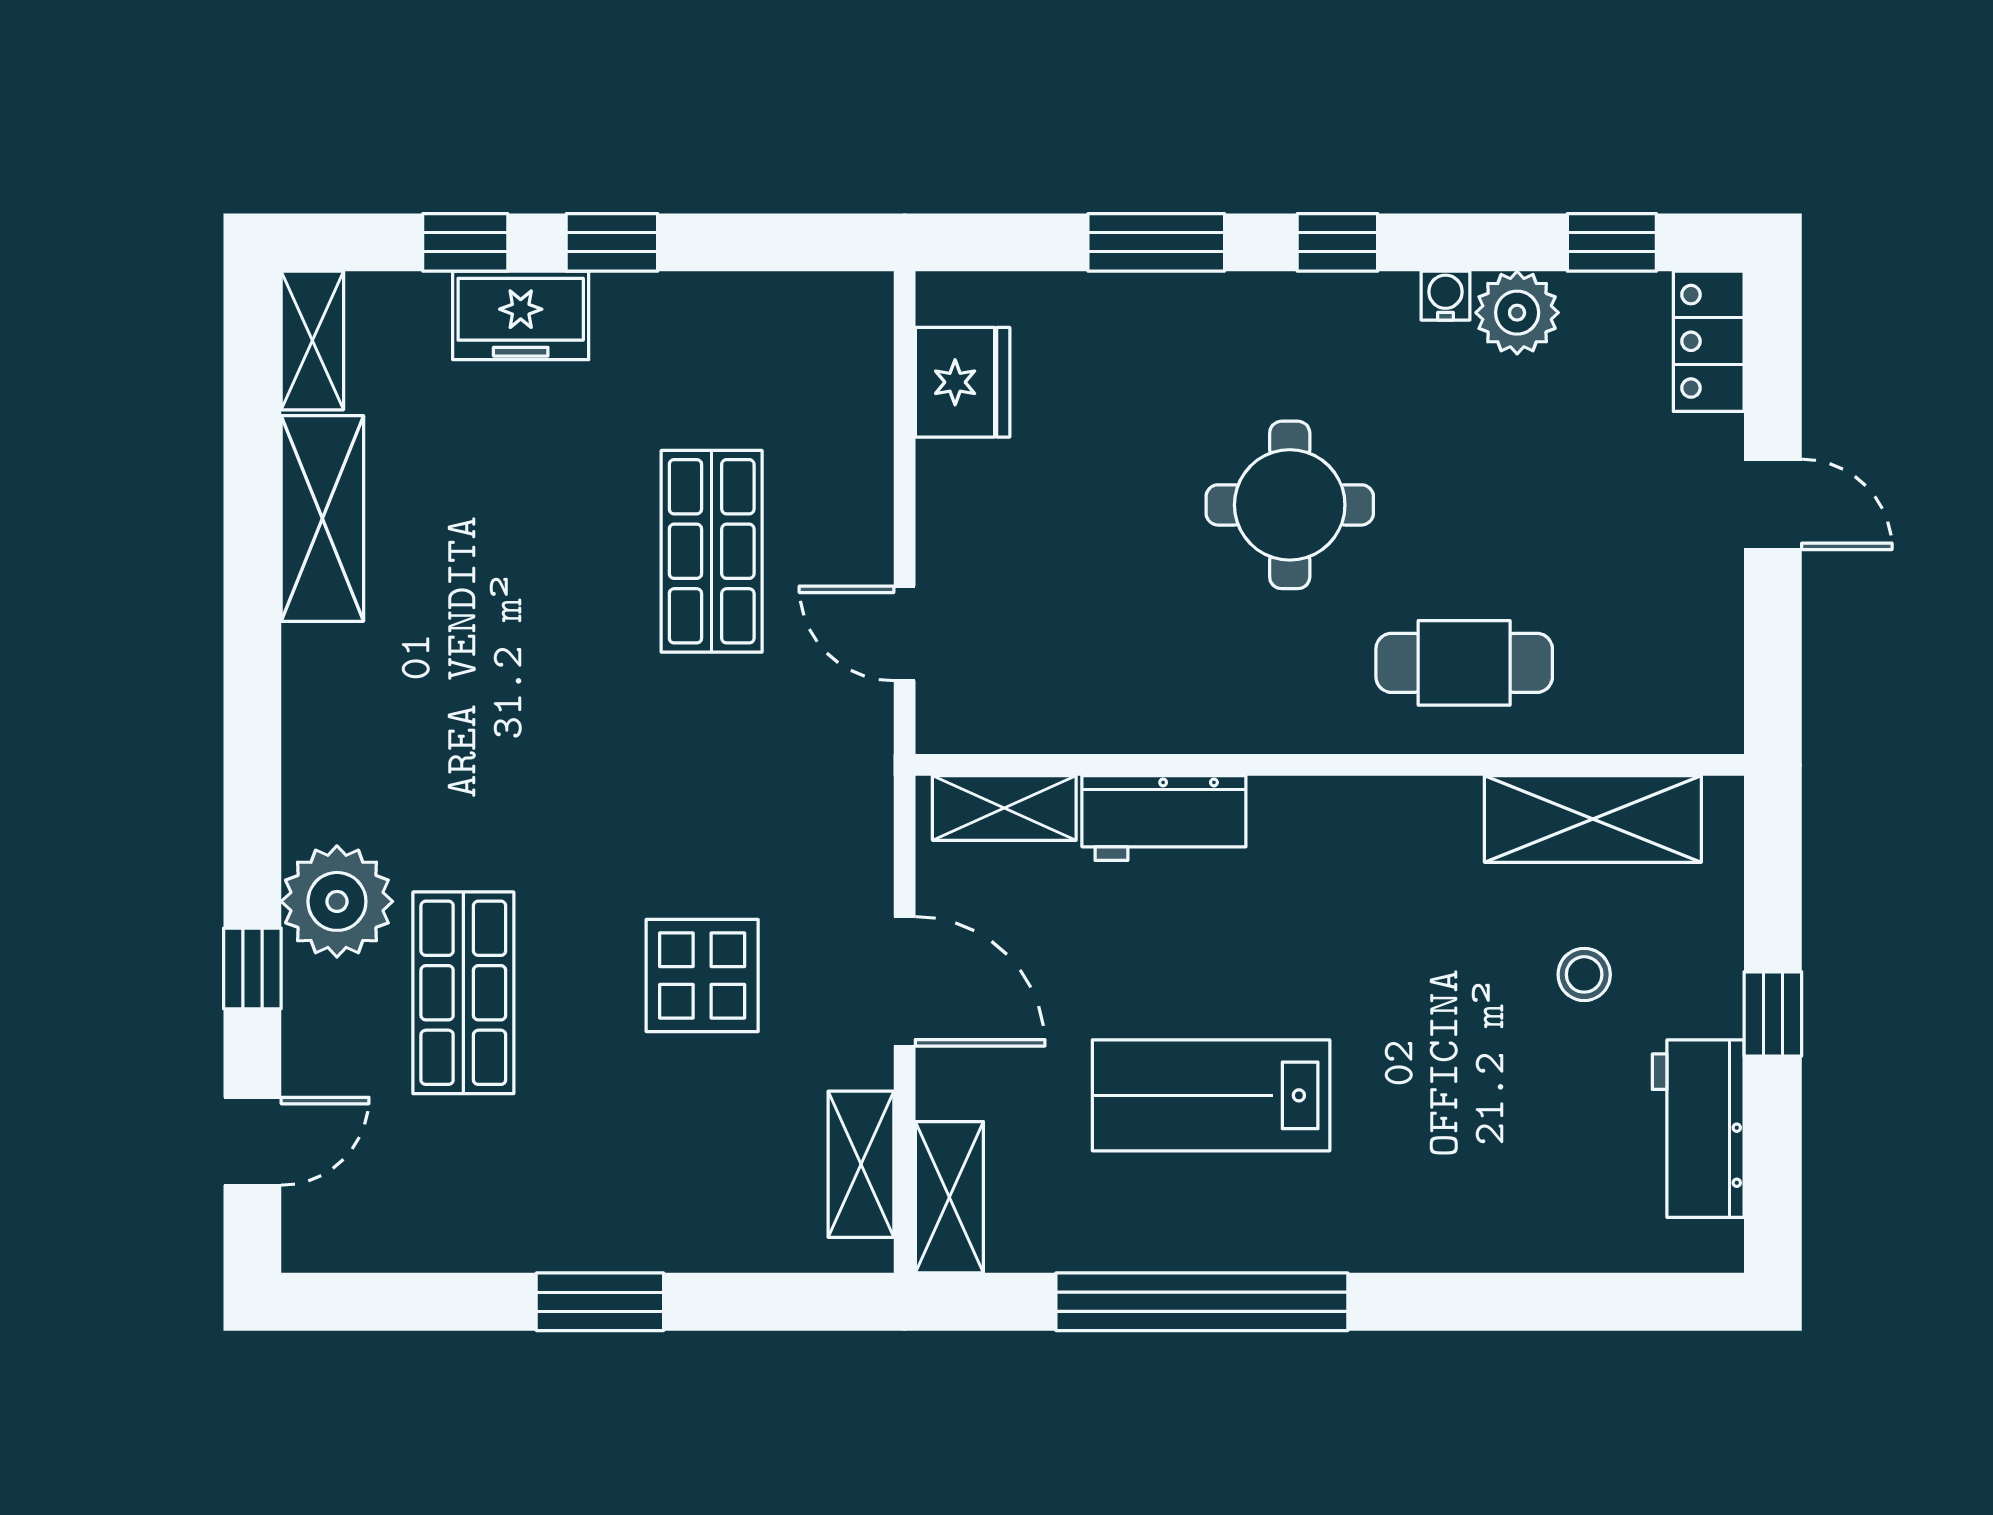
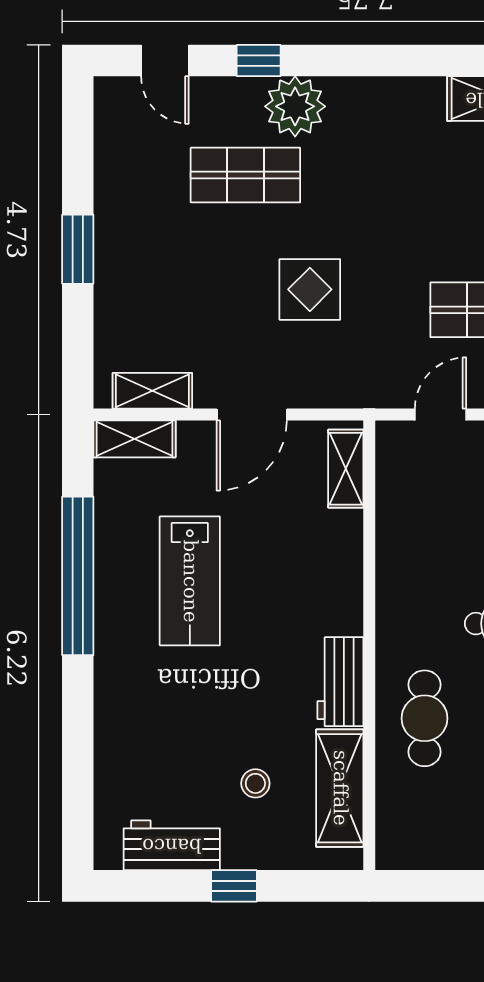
workbench: (1164, 818) -> (340, 682), moved
display table: (702, 975) -> (310, 289), moved
lab bench: (1211, 1095) -> (190, 581), turned 180

